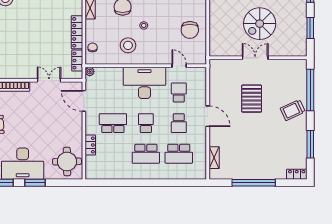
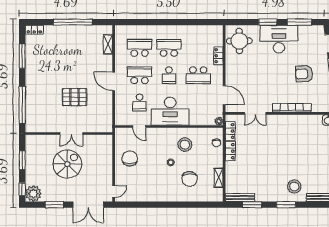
locker: (77, 32) -> (230, 151), width x0.66
pallet: (252, 99) -> (74, 97), turned 90
trolley: (293, 110) -> (38, 87), removed
school desk: (179, 123) -> (140, 75), width x1.85

